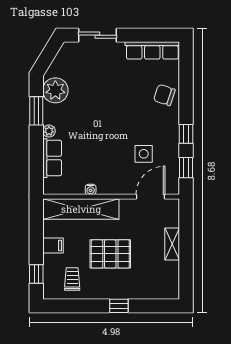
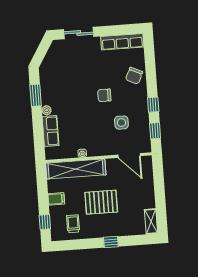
plant: (55, 90) -> (49, 78), removed
chair: (164, 95) -> (134, 76), turned -83
chair: (124, 117) -> (104, 95), added
door: (150, 197) -> (129, 155), swing flipped
shelving: (172, 244) -> (151, 221), moved

